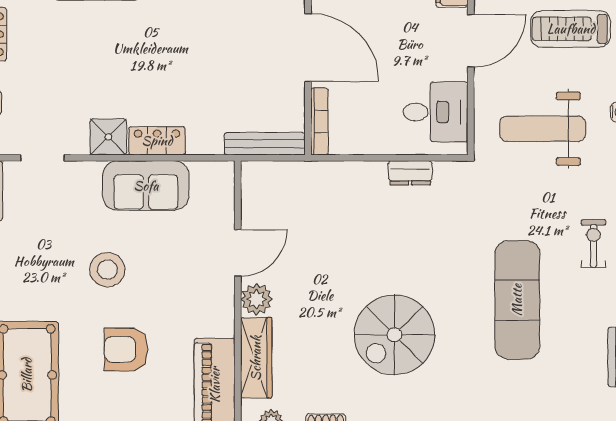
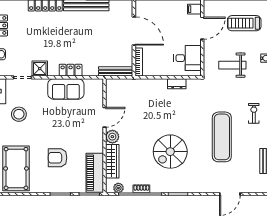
weight bench: (543, 129) -> (232, 65), width x0.73, depth x0.75
shower: (108, 137) -> (40, 69), moved
stool: (107, 270) -> (19, 114), moved

